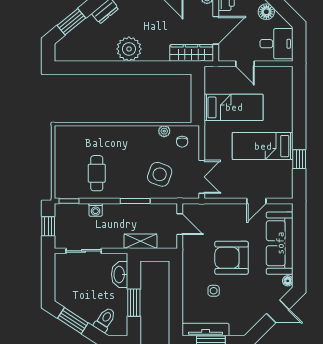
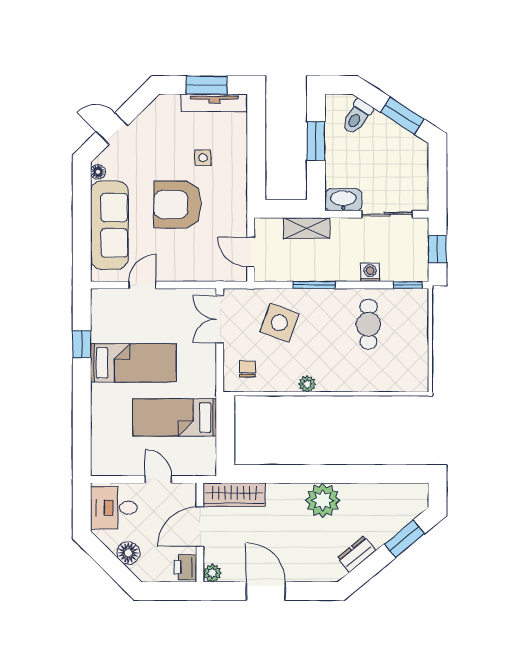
plant: (164, 131) -> (307, 384), moved
armchair: (232, 258) -> (177, 205), turned 180
washbasin: (120, 274) -> (343, 200), moved, turned -90

